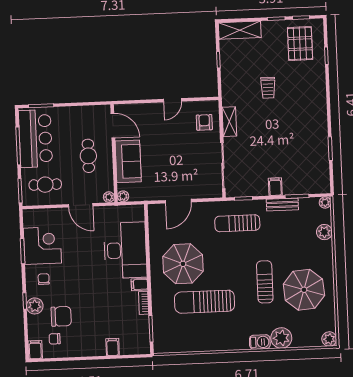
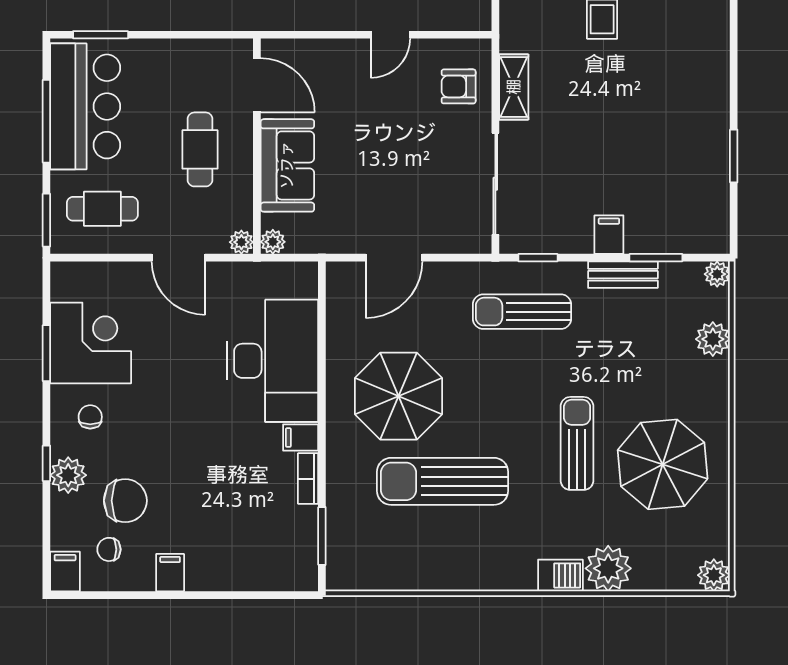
armchair: (204, 122) -> (459, 86), turned -90
filing cabinet: (113, 347) -> (170, 573), moved

